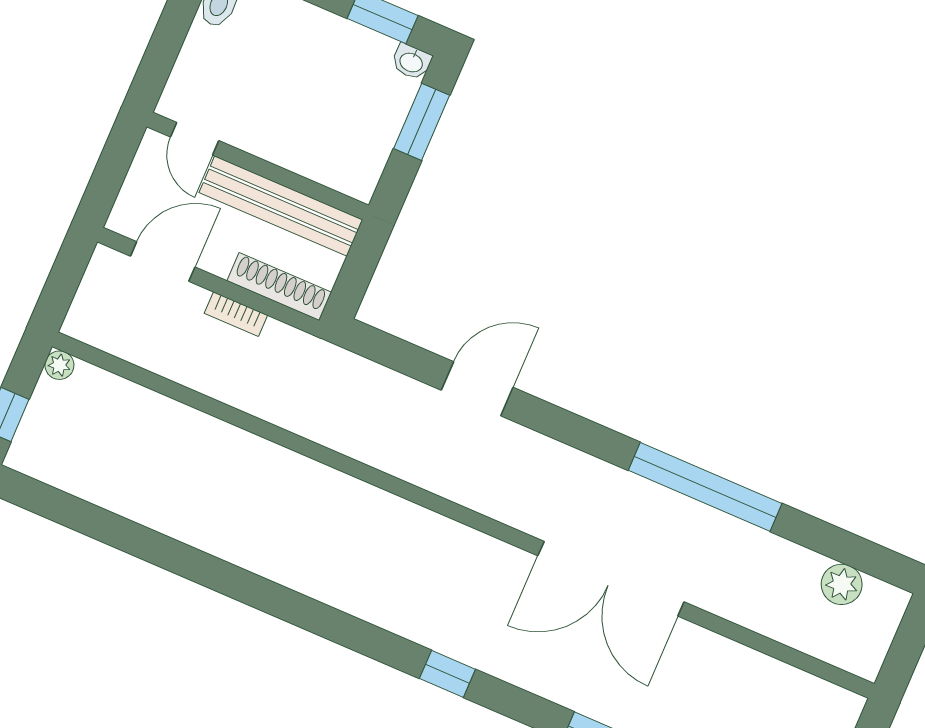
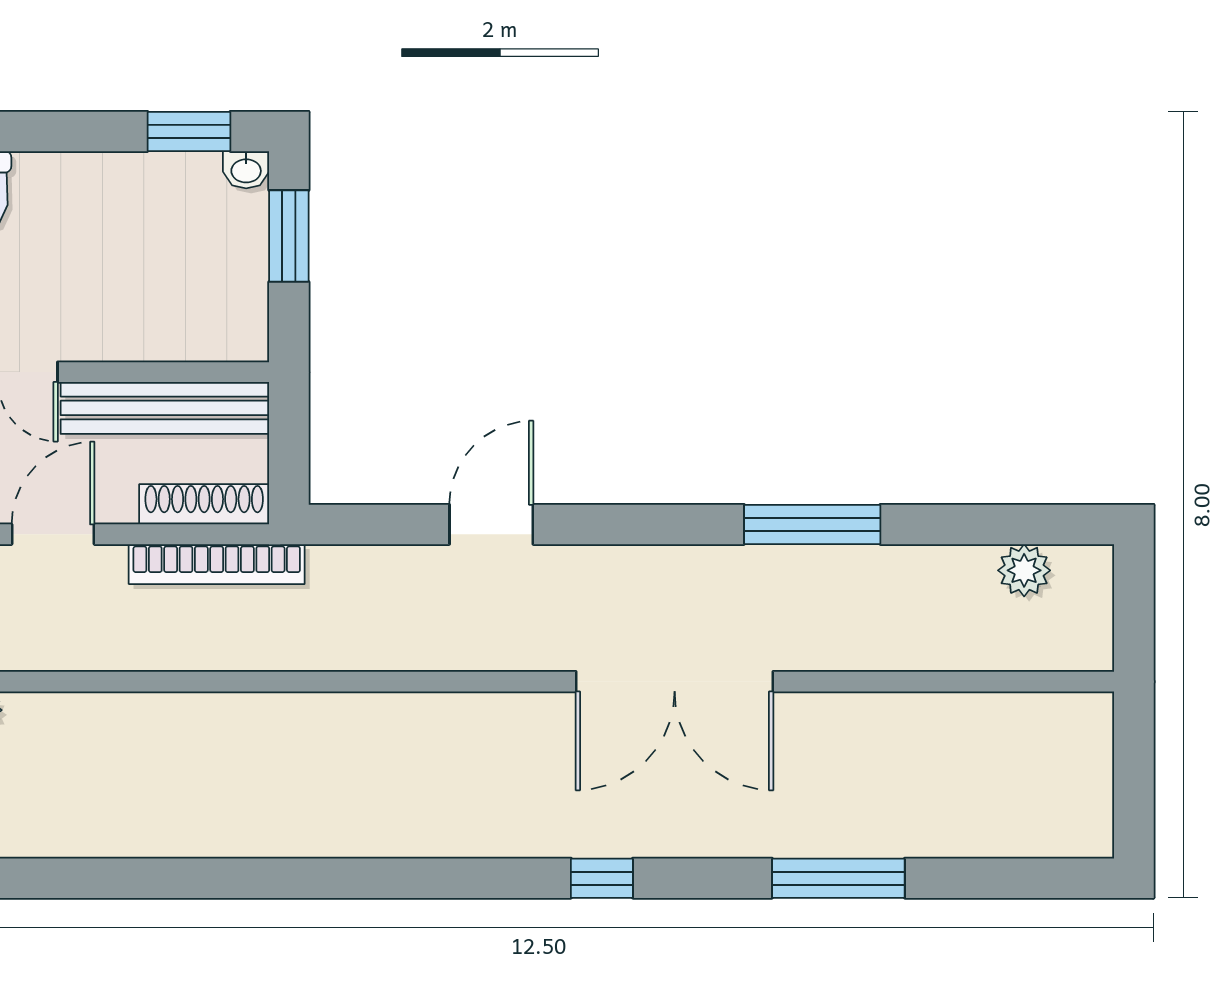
bookcase: (236, 314) -> (217, 564), width x2.31, depth x1.31
window: (705, 487) -> (812, 524), width x0.68
double door: (611, 579) -> (675, 682), moved

